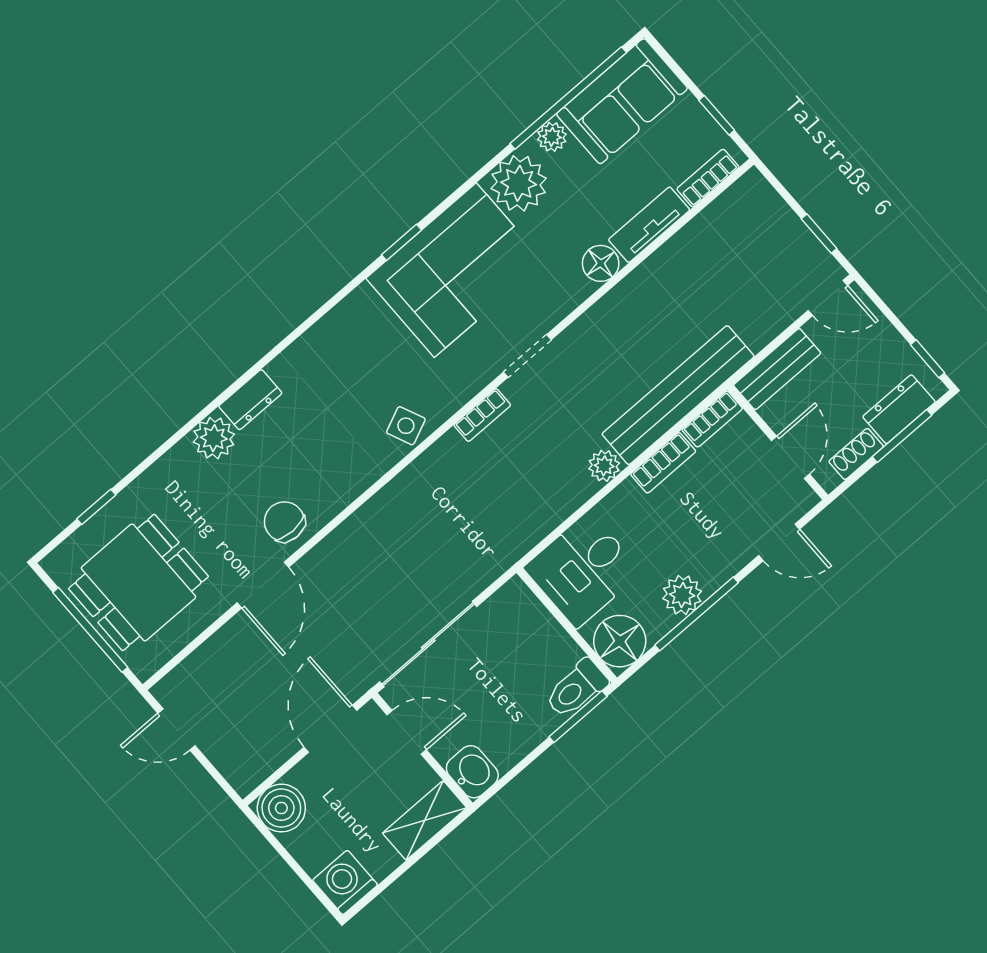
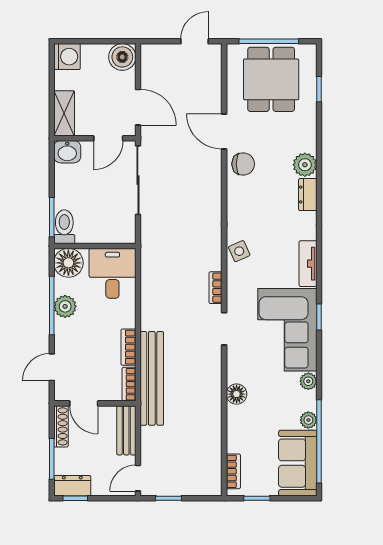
plant: (519, 183) -> (308, 381), width x0.53, depth x0.53
tv unit: (649, 225) -> (308, 264), moved, turned 180
dresser: (899, 409) -> (72, 486), moved, turned -90
shoe rack: (856, 454) -> (61, 426), width x1.43
plant: (604, 466) -> (149, 321), removed

